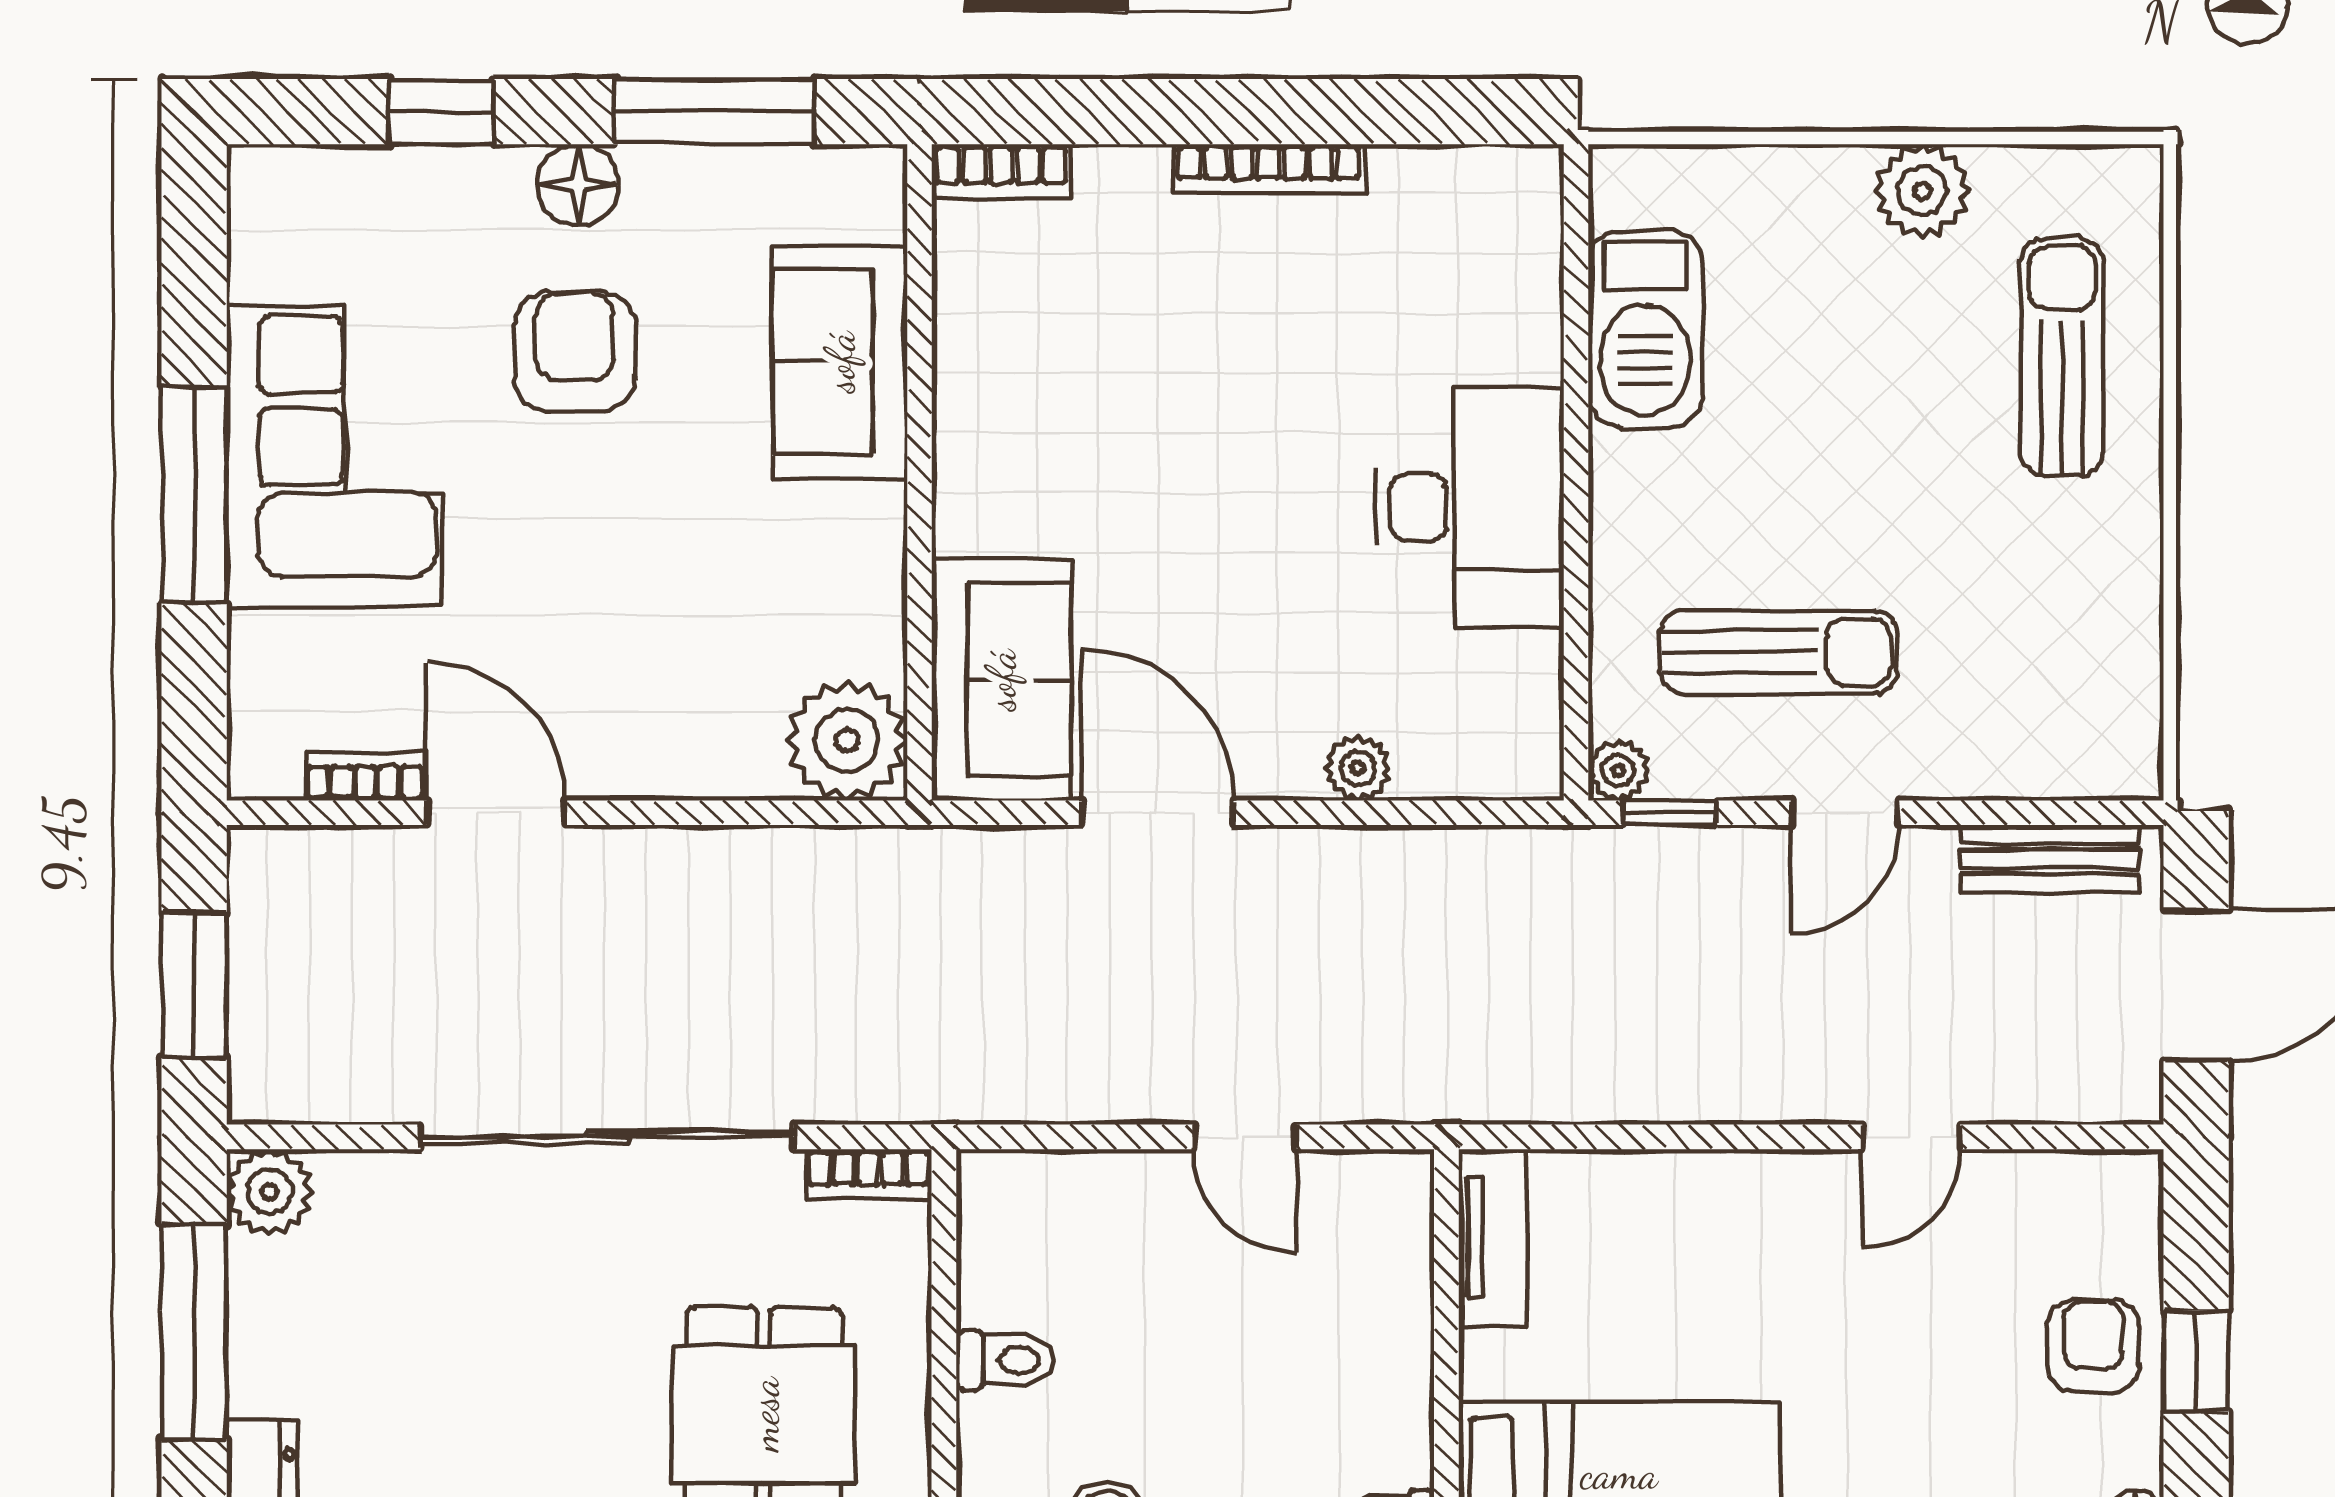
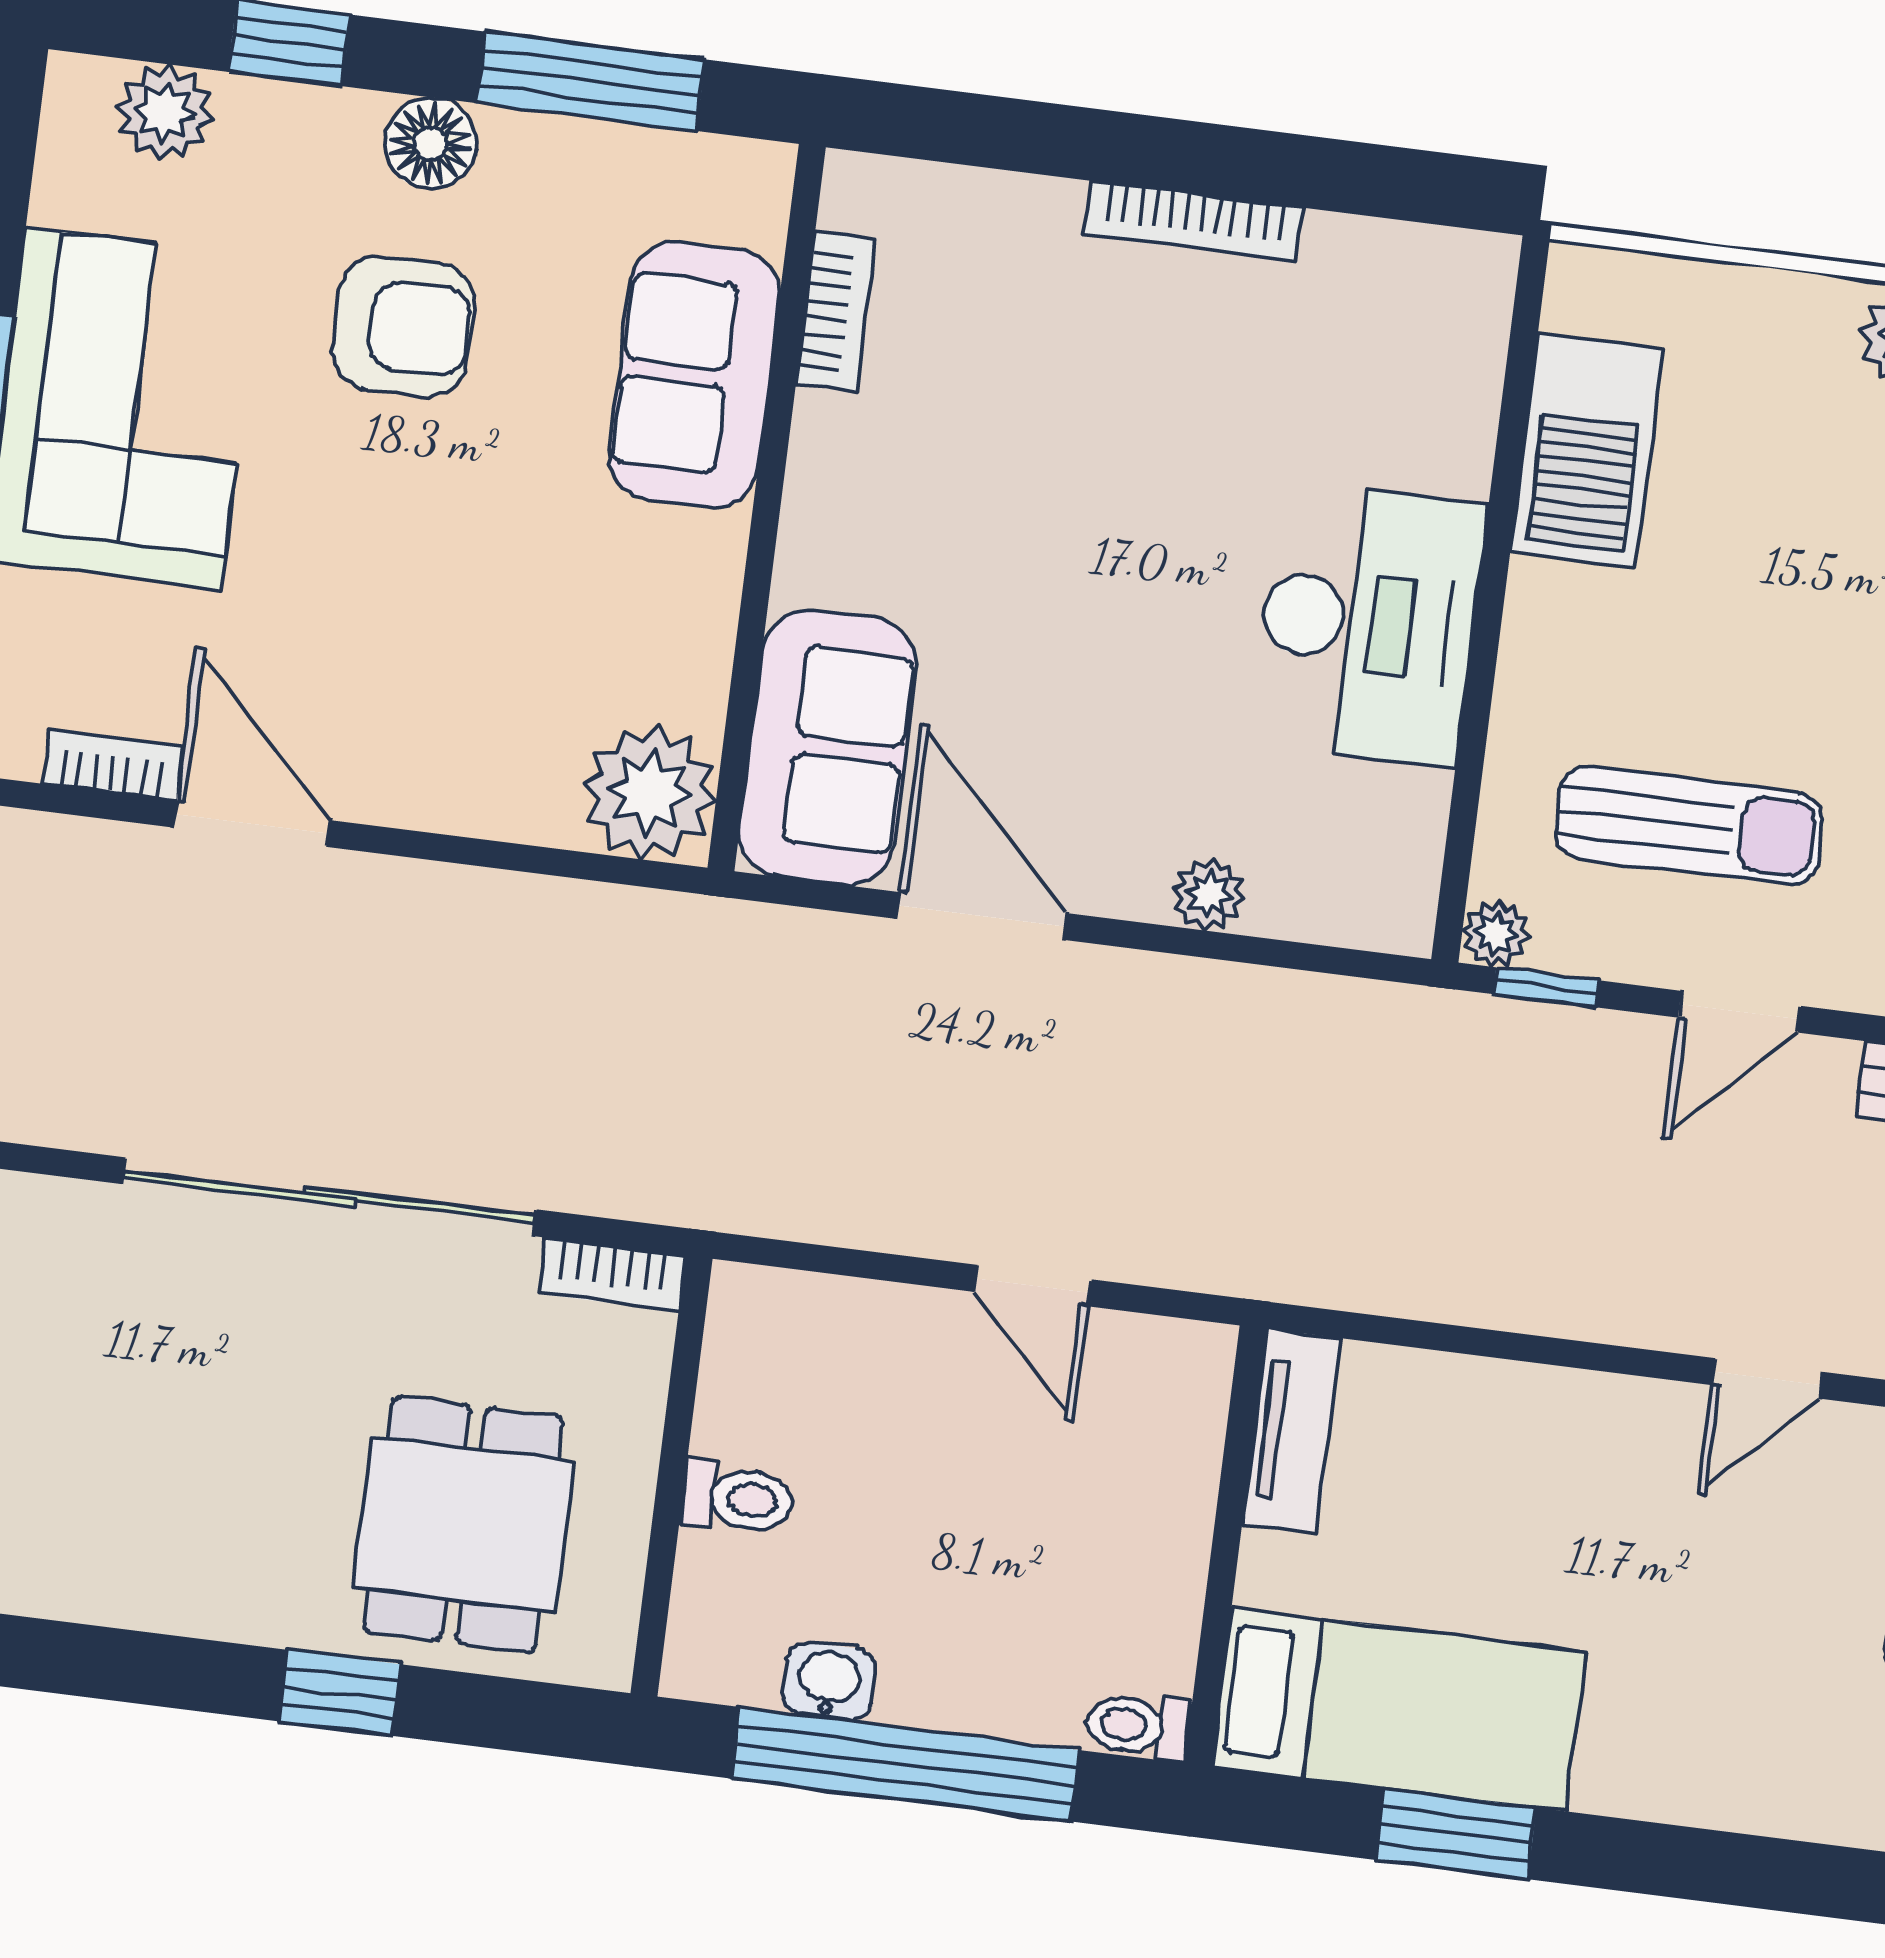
bookcase: (1001, 172) -> (836, 312), moved, turned -90
plant: (337, 187) -> (164, 112), added
armchair: (575, 351) -> (403, 326), turned 90

